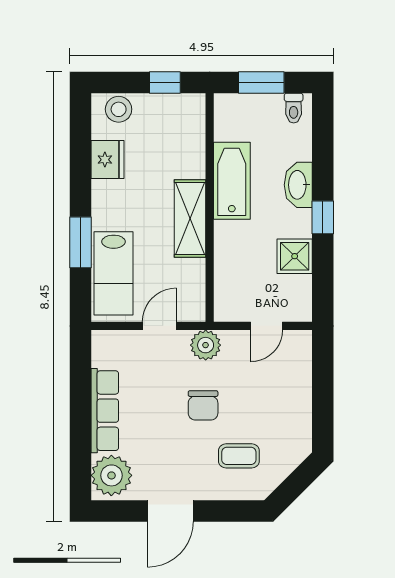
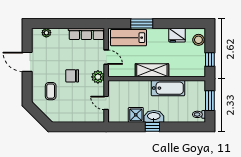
washbasin: (298, 185) -> (154, 116), moved
row of seats: (105, 411) -> (86, 34), moved
plant: (111, 475) -> (46, 33), width x0.53, depth x0.53

